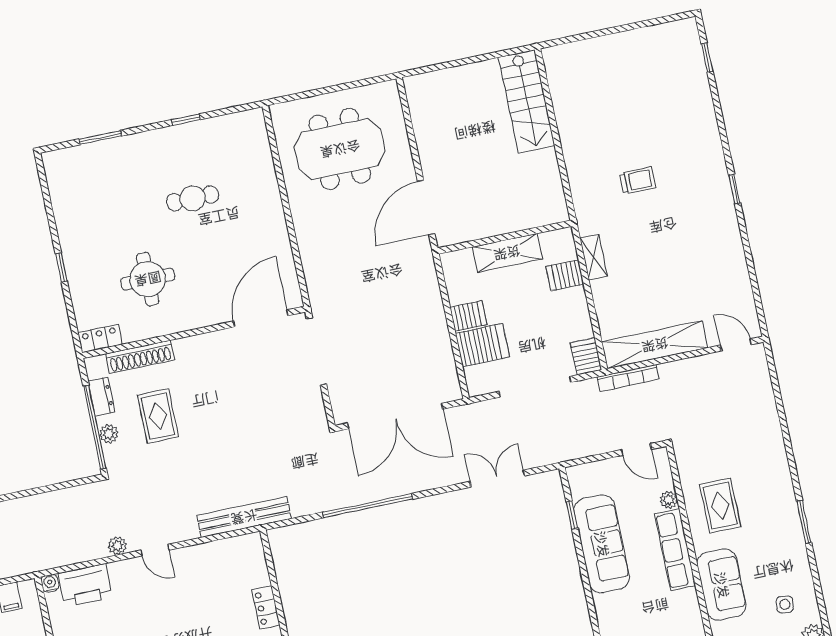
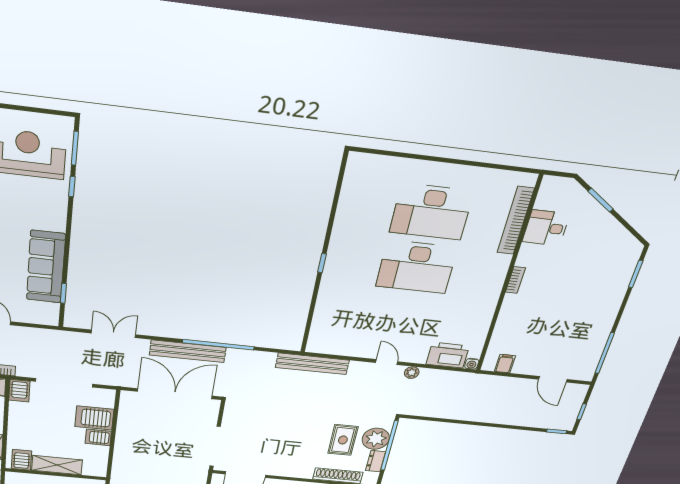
server rack: (565, 275) -> (22, 460), moved, turned -90
plant: (109, 434) -> (376, 439), width x1.88, depth x1.88
double door: (497, 479) -> (113, 334), swing flipped
bench: (401, 484) -> (188, 351), added
locker: (266, 608) -> (324, 302), removed

